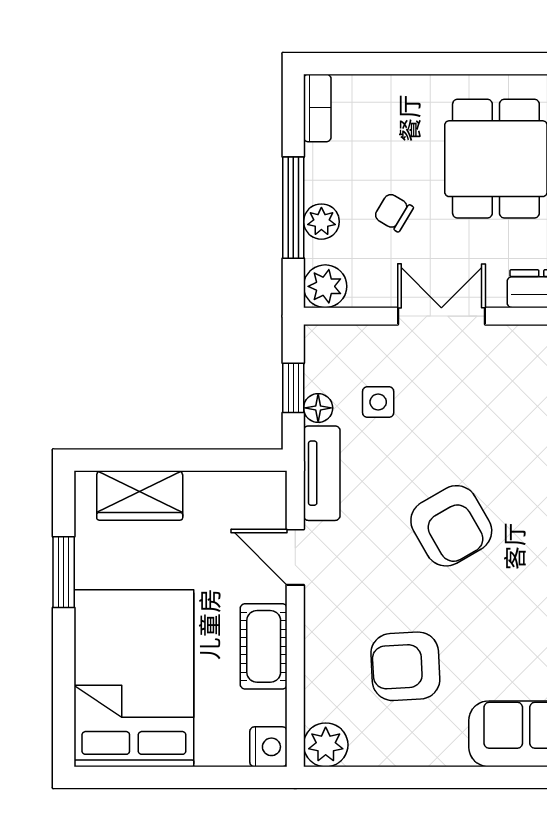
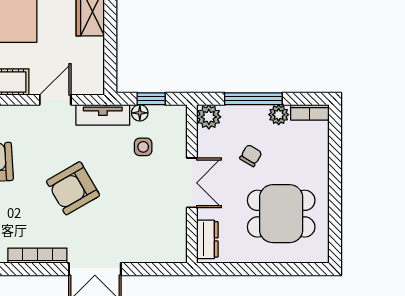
plant: (321, 222) -> (279, 115), moved

